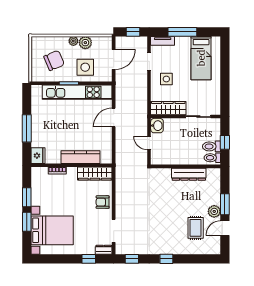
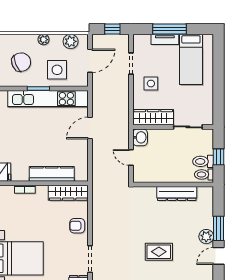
tv unit: (163, 41) -> (165, 39), moved
plant: (85, 43) -> (71, 41), moved
rug: (196, 228) -> (159, 252), moved, turned 90

